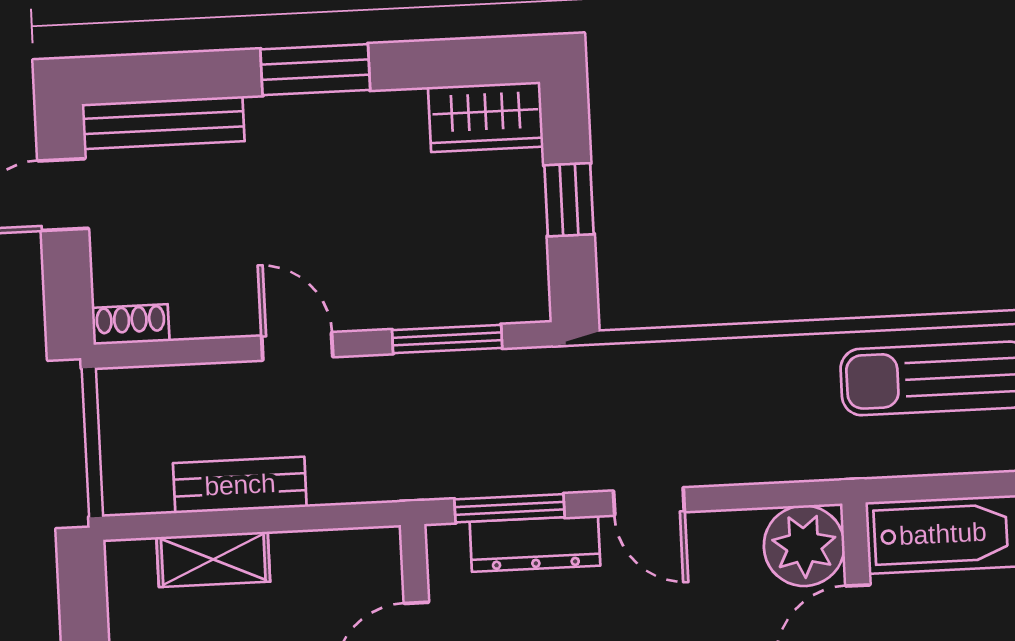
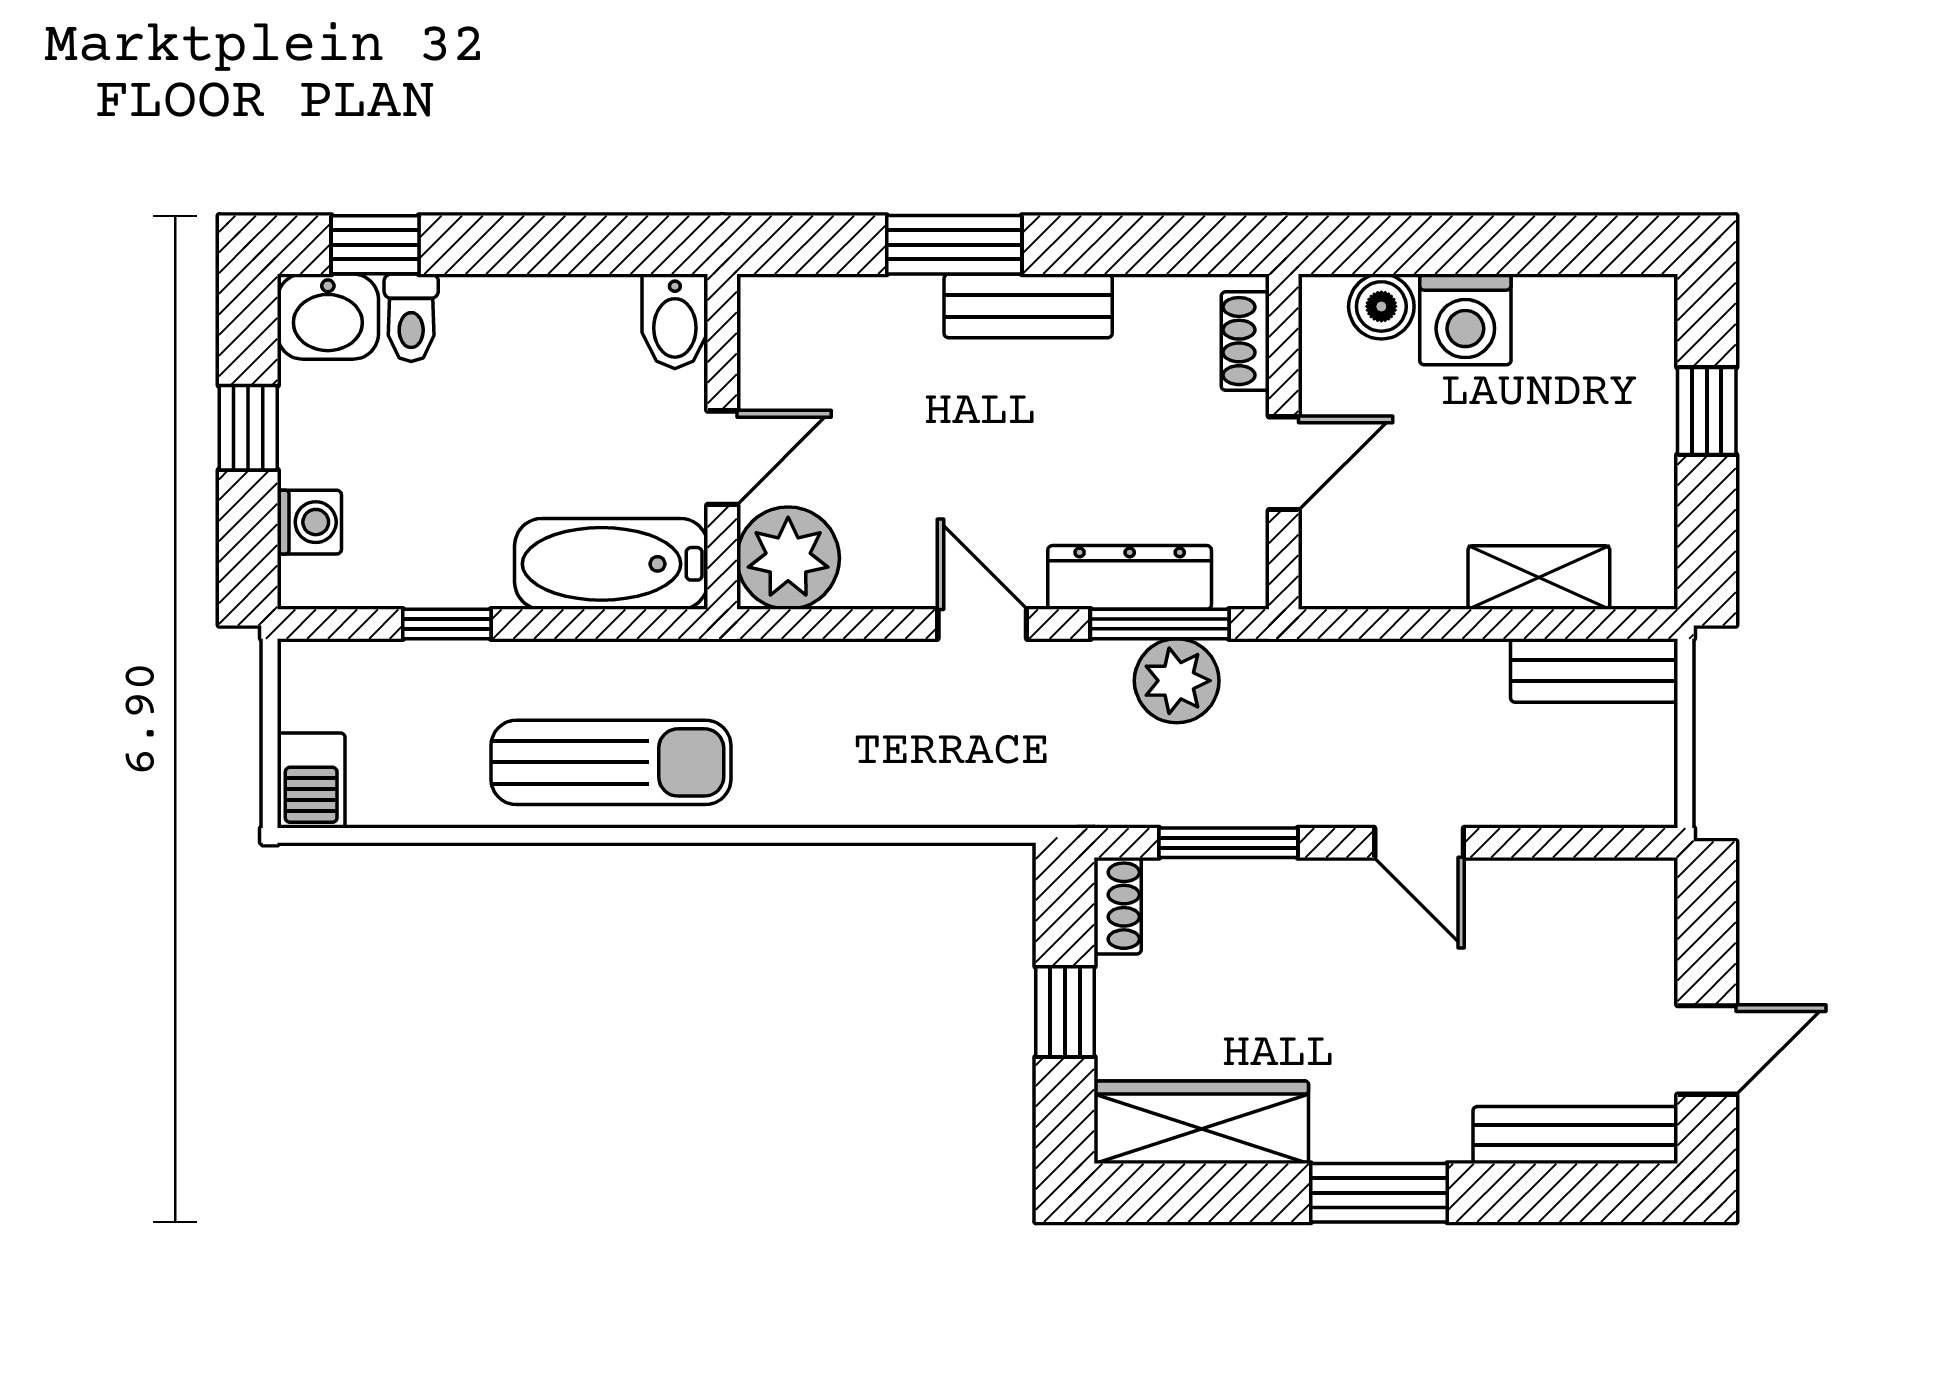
wardrobe: (486, 117) -> (1201, 1122), width x1.50
shoe rack: (131, 324) -> (1118, 906), moved, turned -90
plant: (494, 464) -> (1177, 681), added
bench: (240, 485) -> (1594, 670), moved

